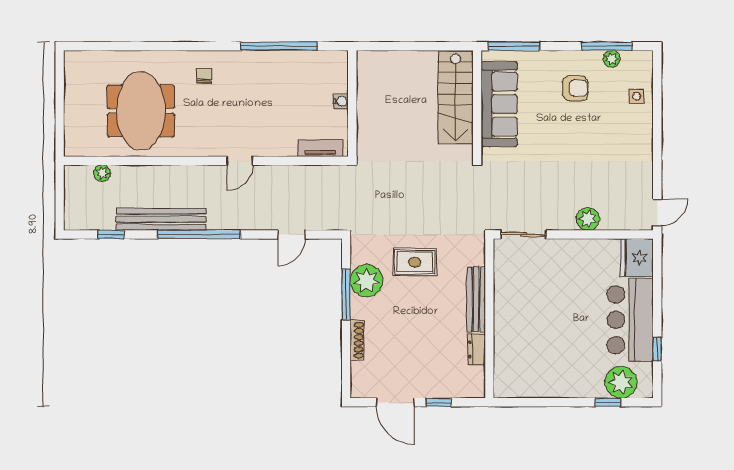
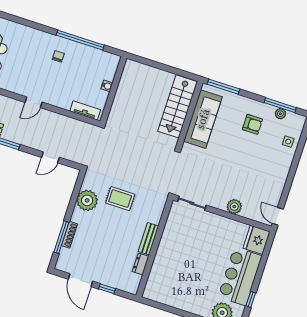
chair: (204, 76) -> (58, 56), moved
door: (657, 212) -> (278, 216), swing flipped
window: (346, 295) -> (61, 237), moved
bench: (476, 299) -> (148, 239), width x0.73

